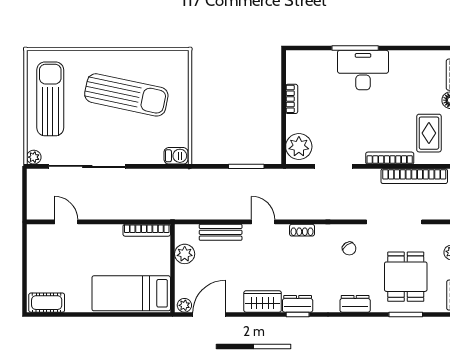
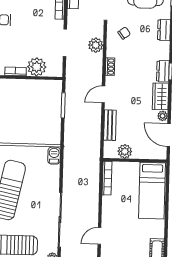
plant: (299, 147) -> (37, 67), moved
plant: (331, 209) -> (96, 45), added
plant: (184, 305) -> (163, 116), moved

